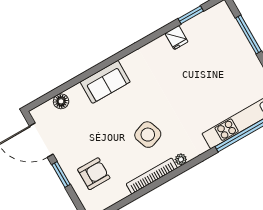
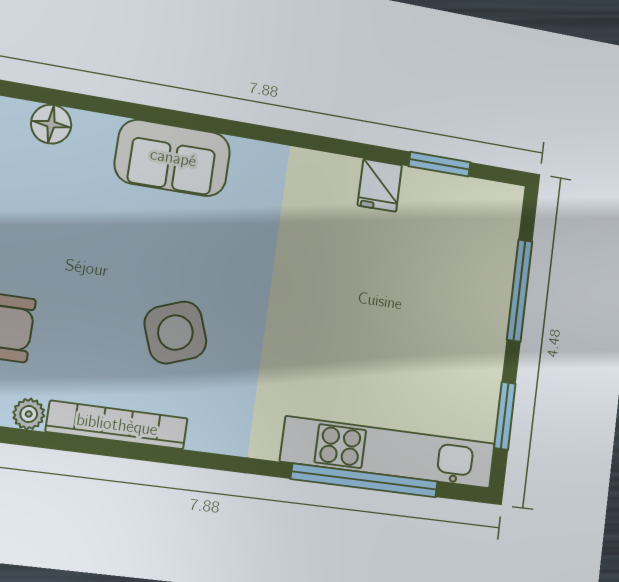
plant: (181, 159) -> (29, 414), moved

